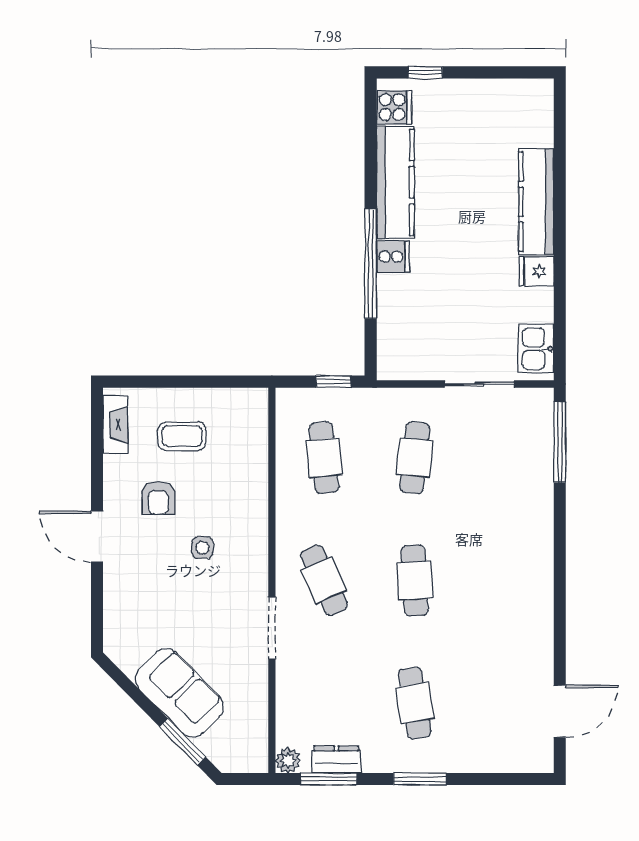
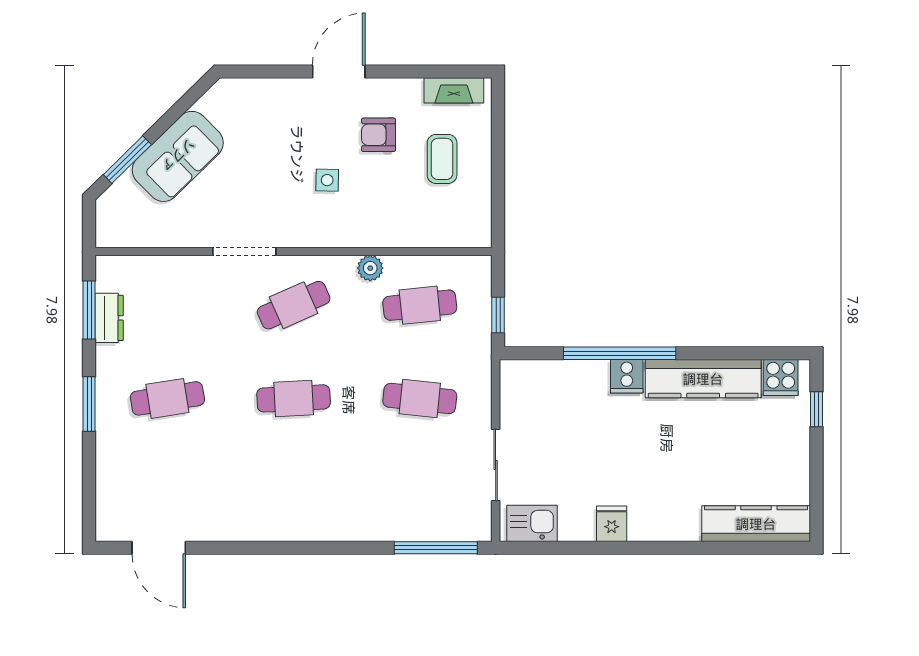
kitchen counter: (536, 202) -> (756, 524), moved
plant: (288, 761) -> (370, 268), moved

